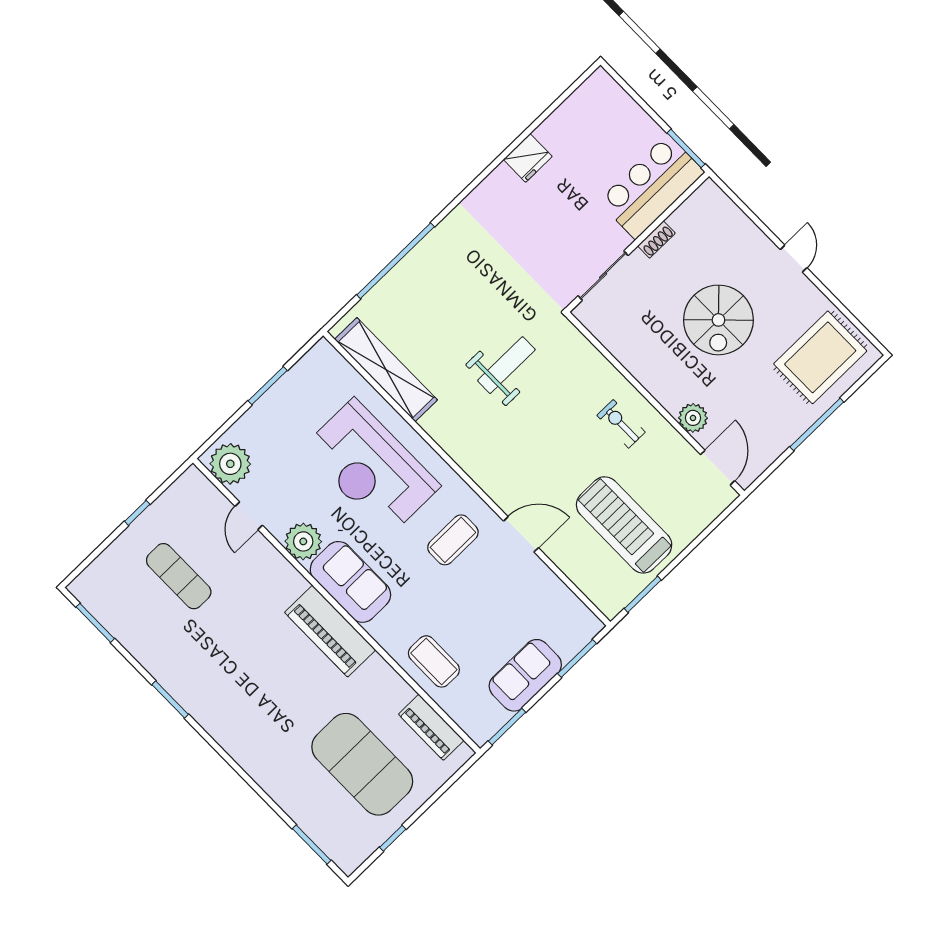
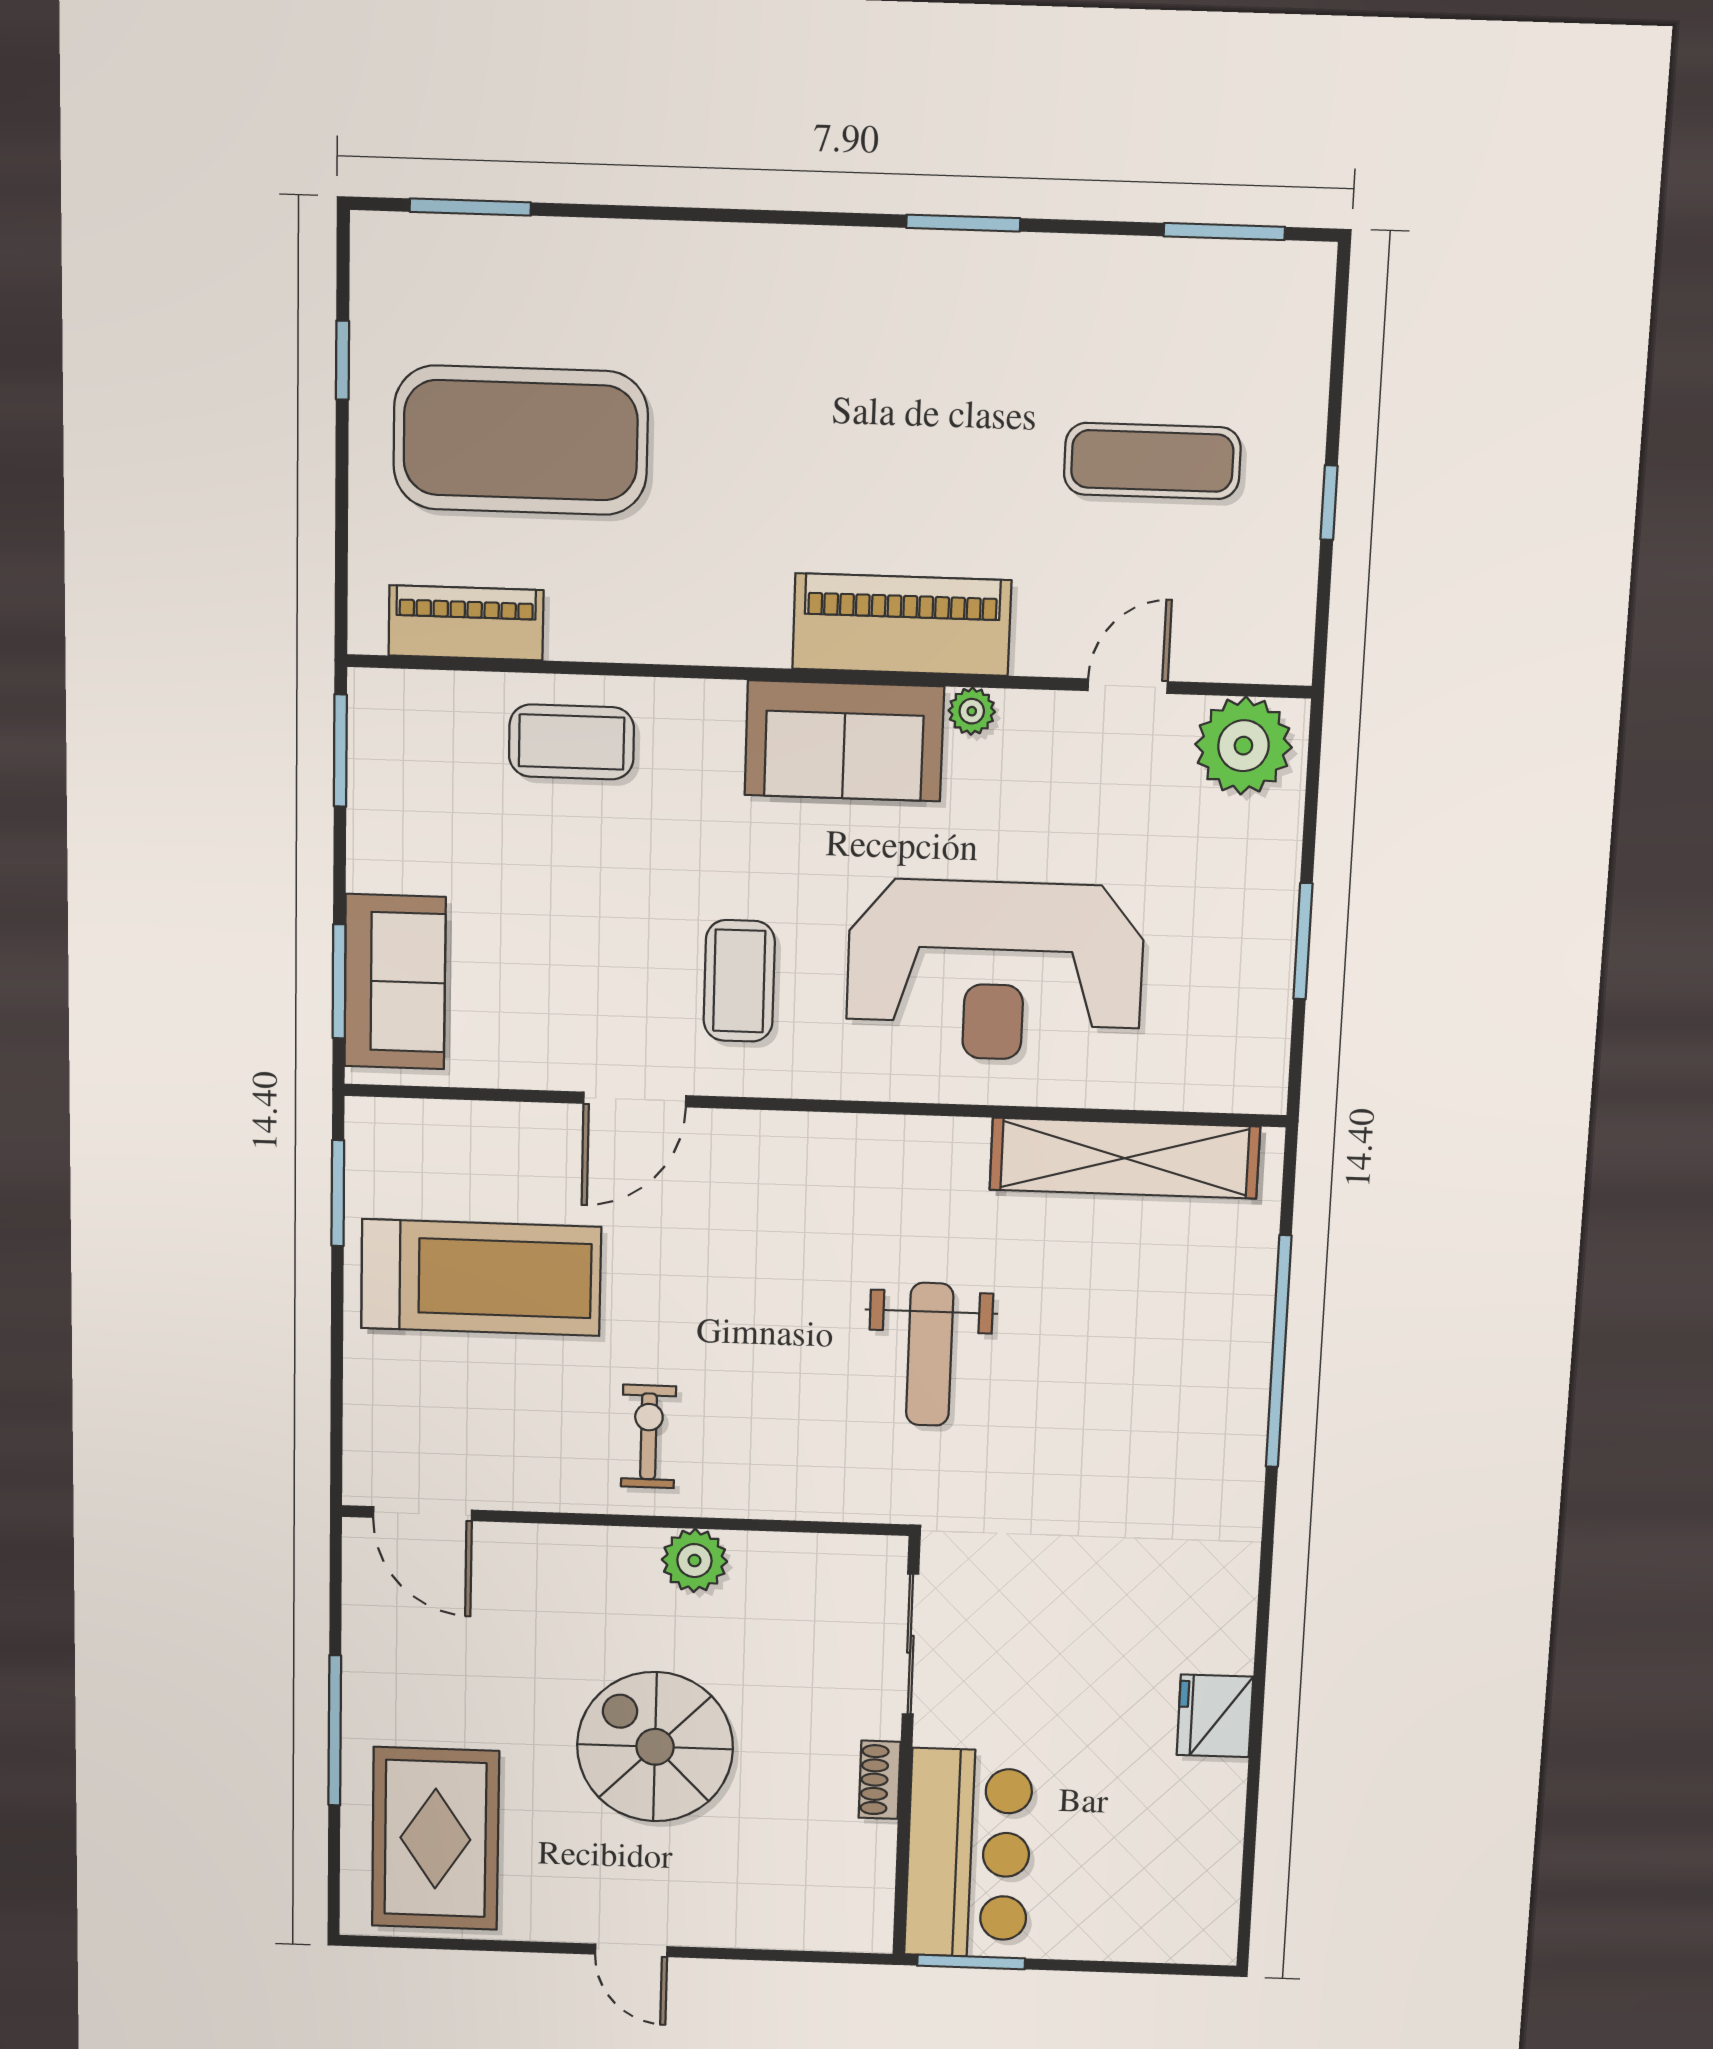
plant: (693, 418) -> (694, 1561), moved
exercise bike: (621, 424) -> (649, 1436), turned -90
reception desk: (371, 467) -> (995, 971), turned 180
door: (249, 516) -> (1128, 686), hinge flipped
plant: (303, 541) -> (972, 711), width x0.53, depth x0.53
piano: (330, 631) -> (902, 625), moved
sofa: (525, 675) -> (395, 982), moved

